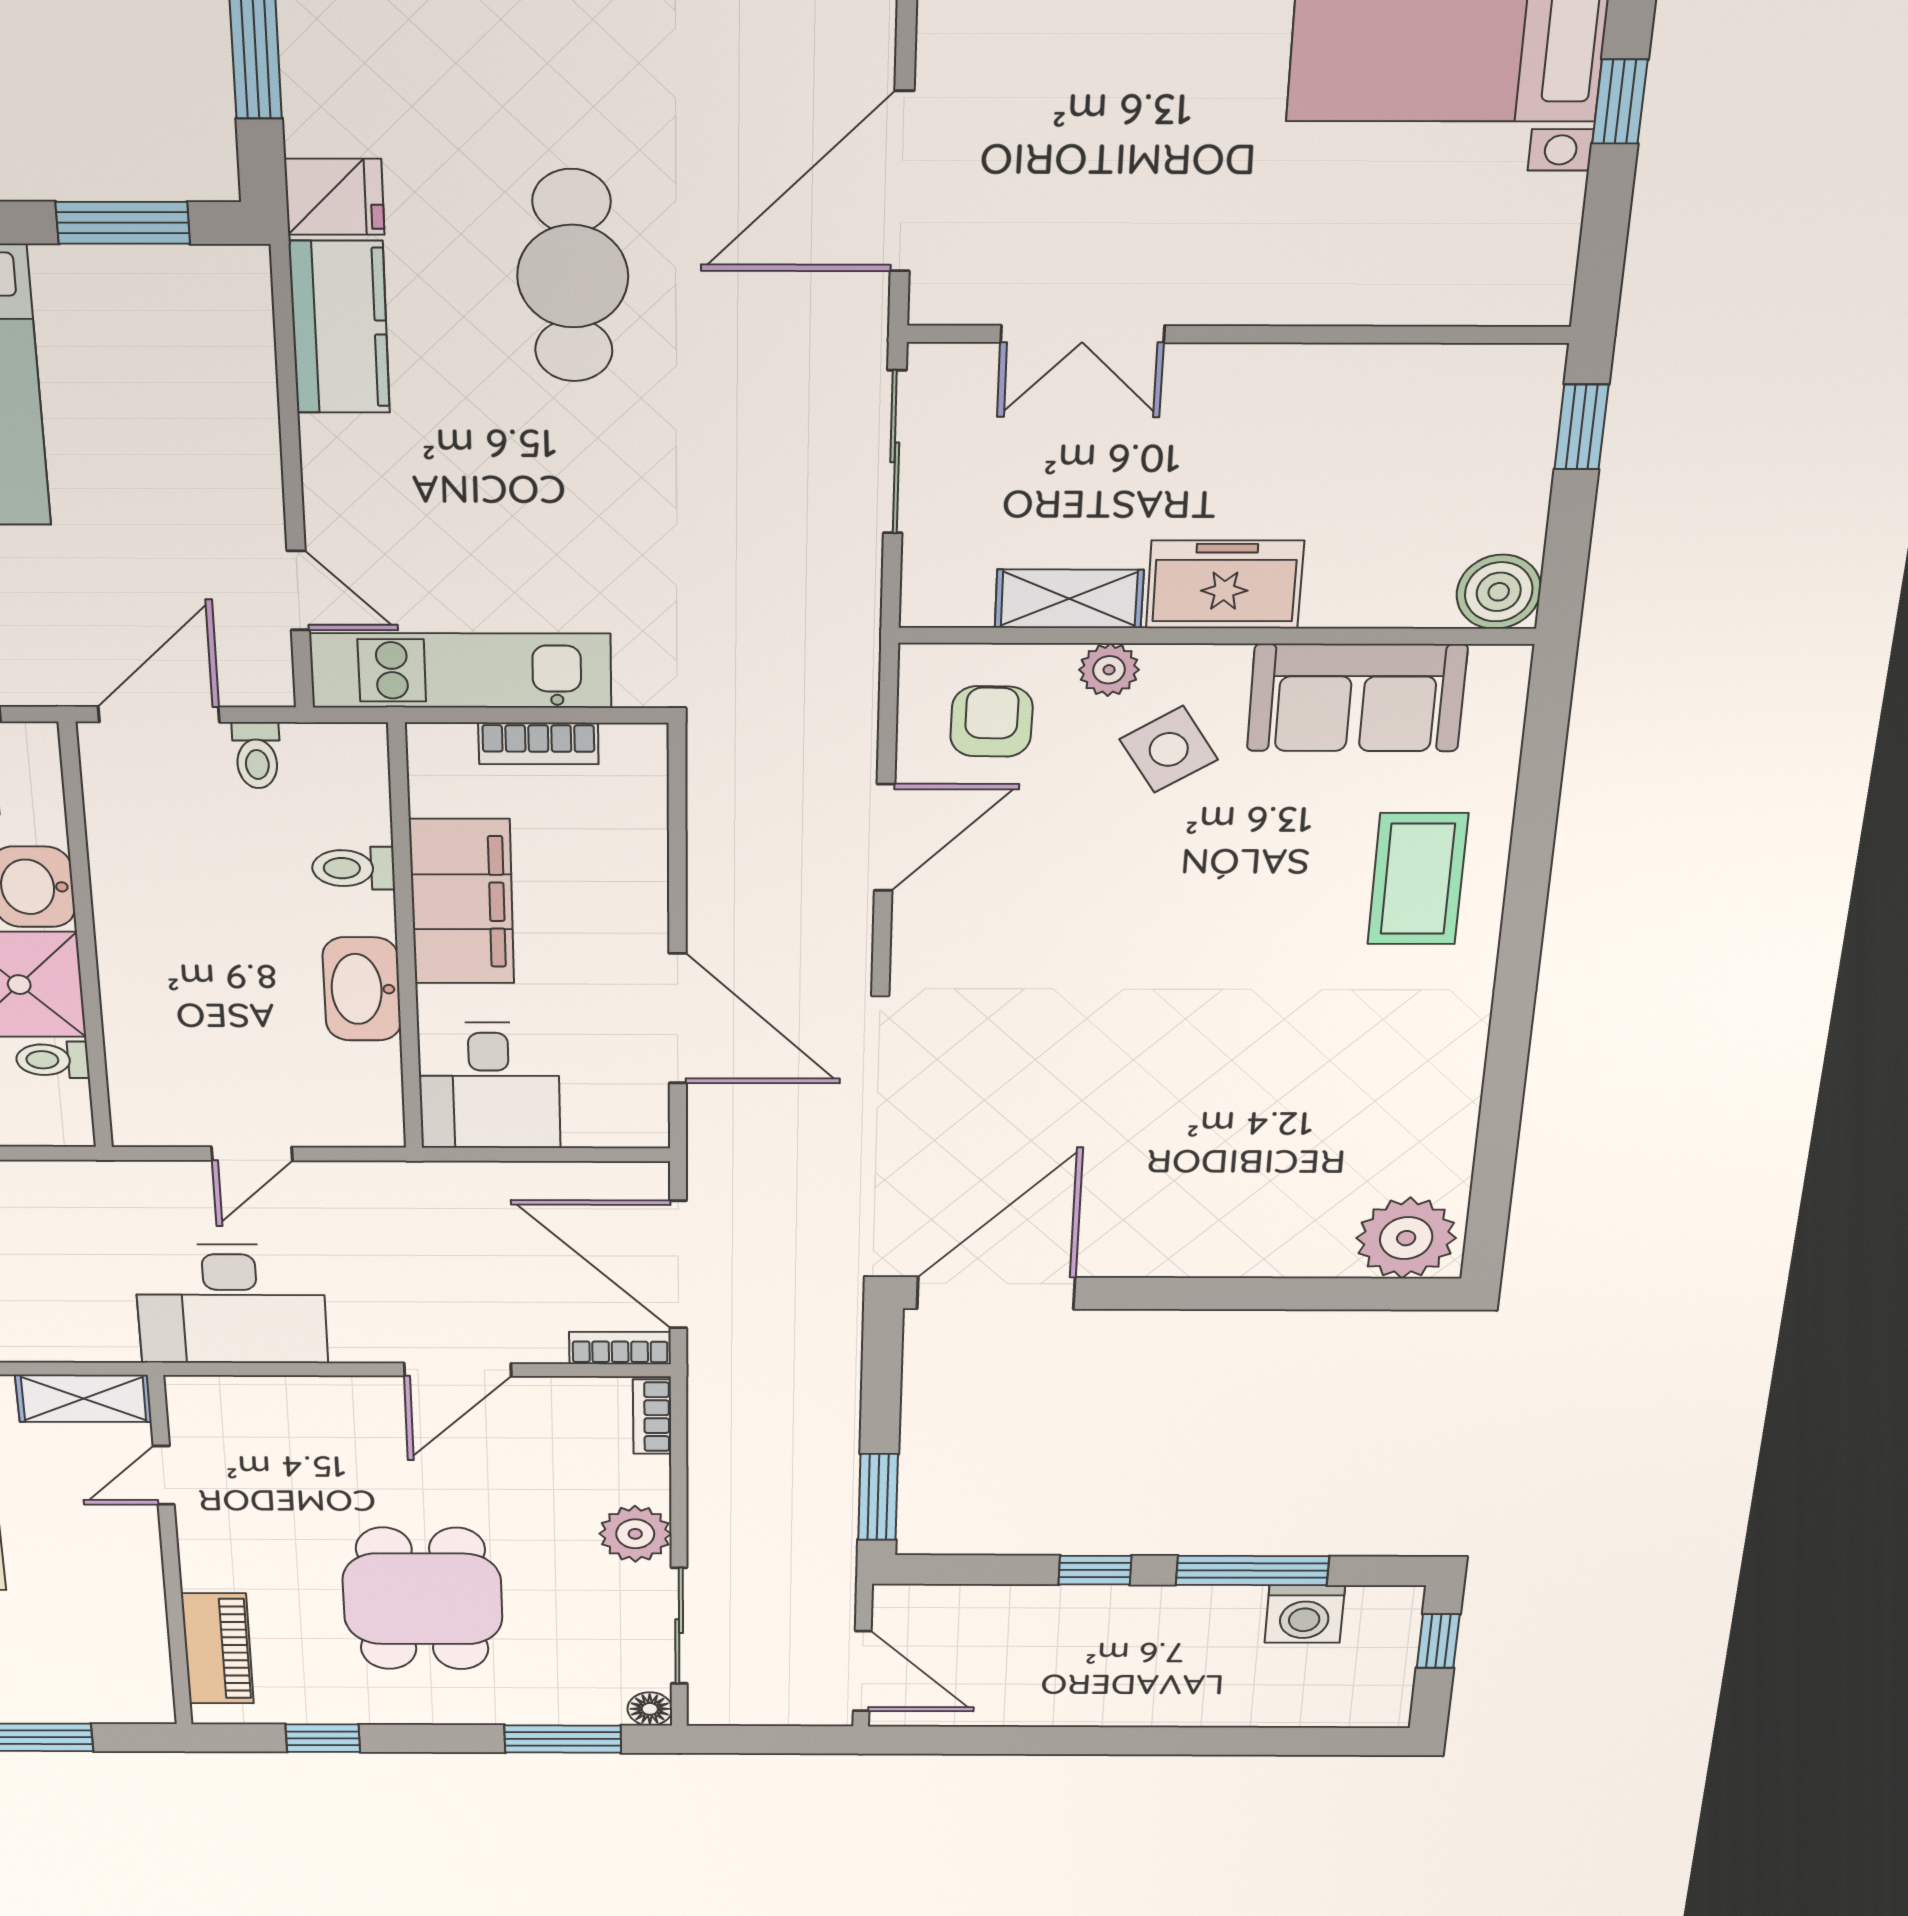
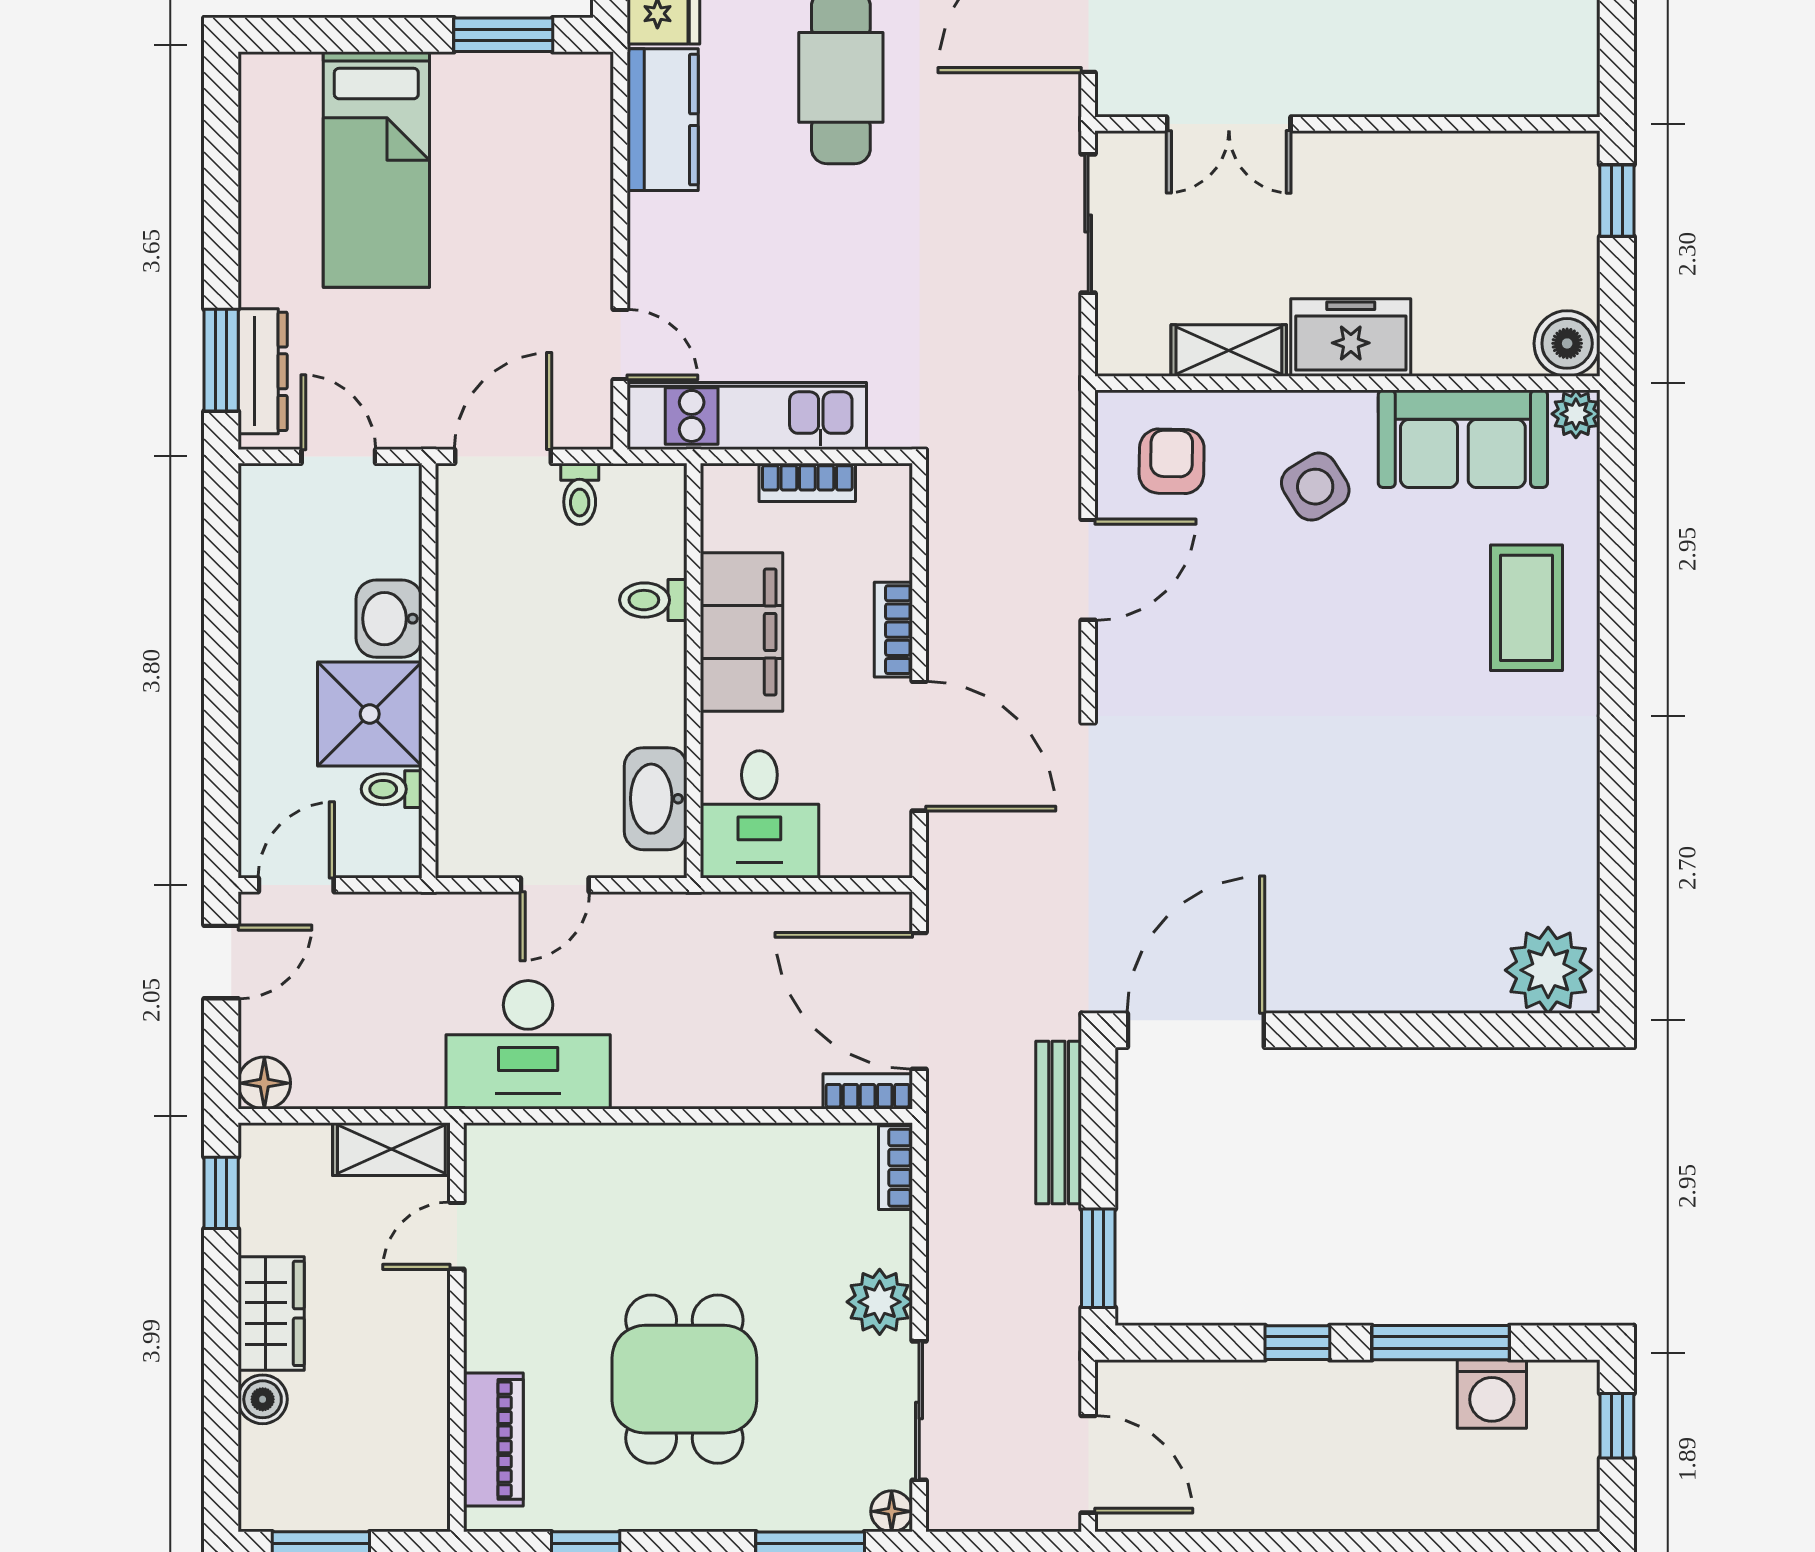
plant: (1109, 670) -> (1576, 414), moved
bookcase: (646, 900) -> (893, 630), added
washbasin: (362, 989) -> (656, 799), moved
door: (458, 1370) -> (724, 1116), removed
bench: (837, 1377) -> (1059, 1123), added

